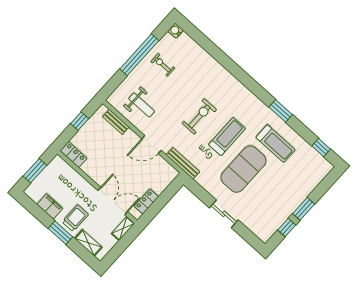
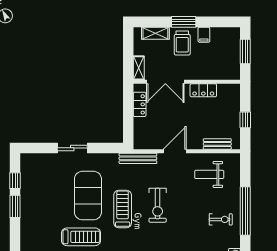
treadmill: (227, 137) -> (123, 209), turned 180
treadmill: (276, 144) -> (81, 237), turned 180
locker: (73, 154) -> (203, 90), moved
filing cabinet: (50, 206) -> (204, 35), width x0.50

